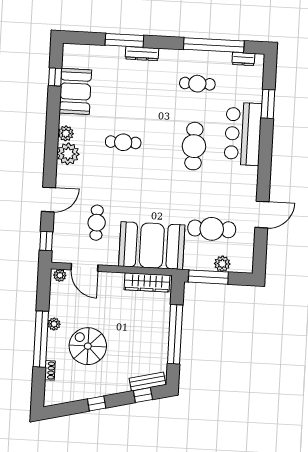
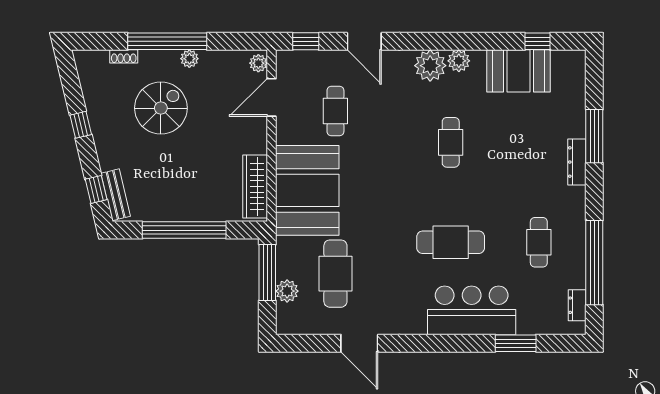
cafe table: (97, 223) -> (335, 111), turned 90

